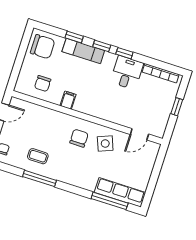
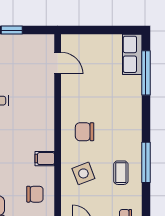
side table: (105, 143) -> (83, 173), moved
row of seats: (120, 192) -> (132, 54), width x0.68

